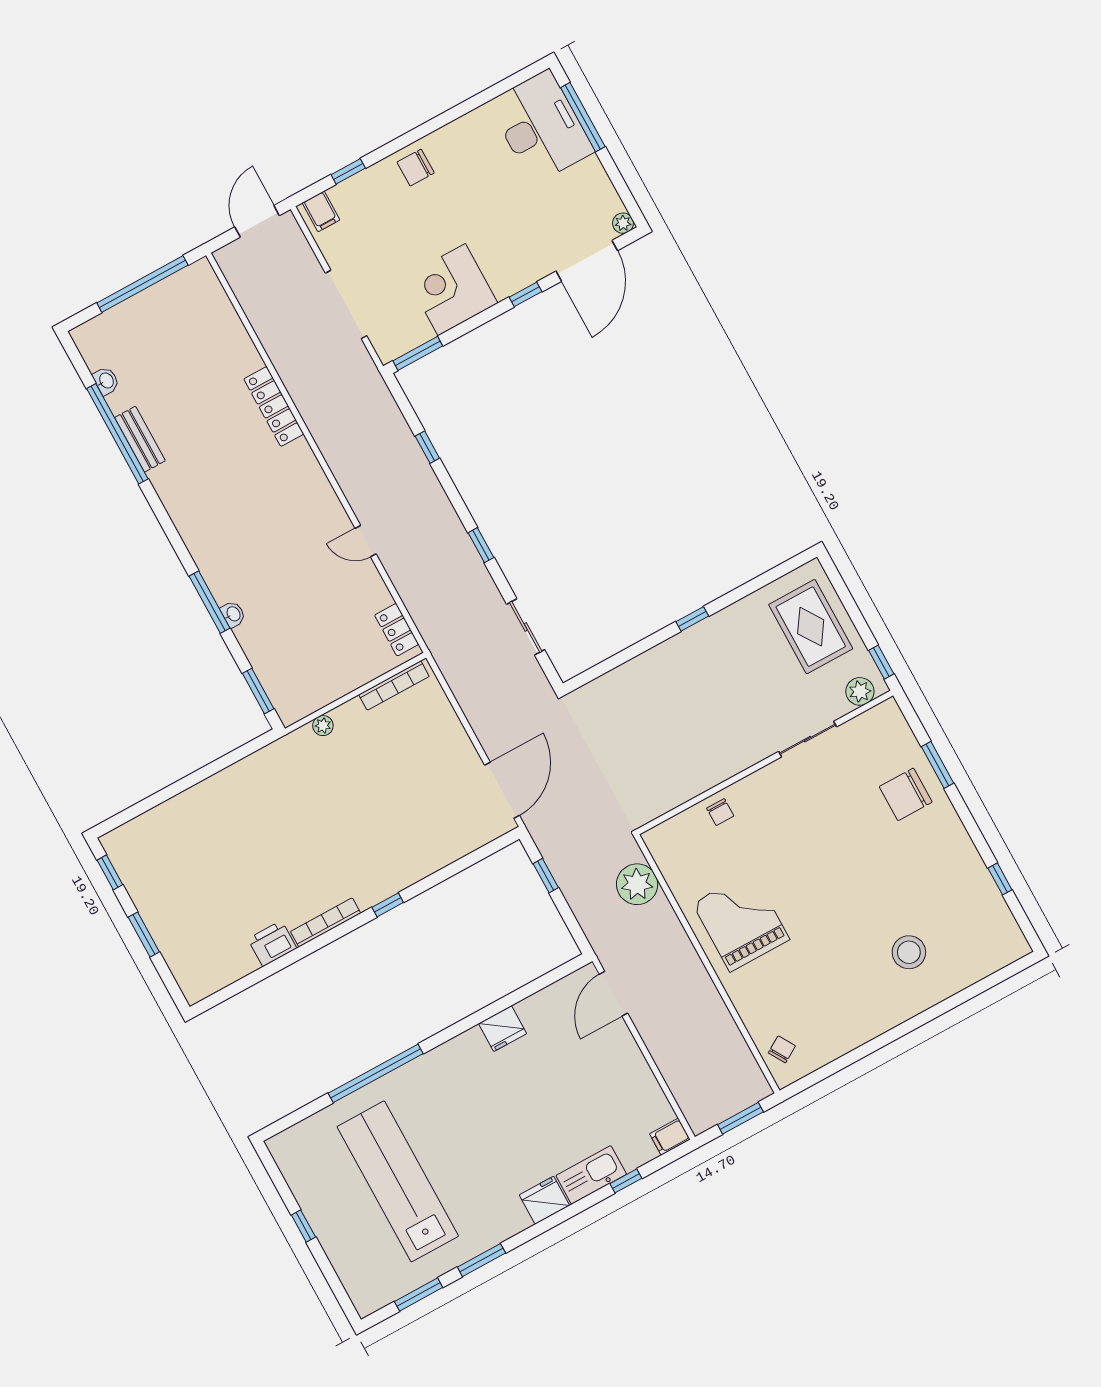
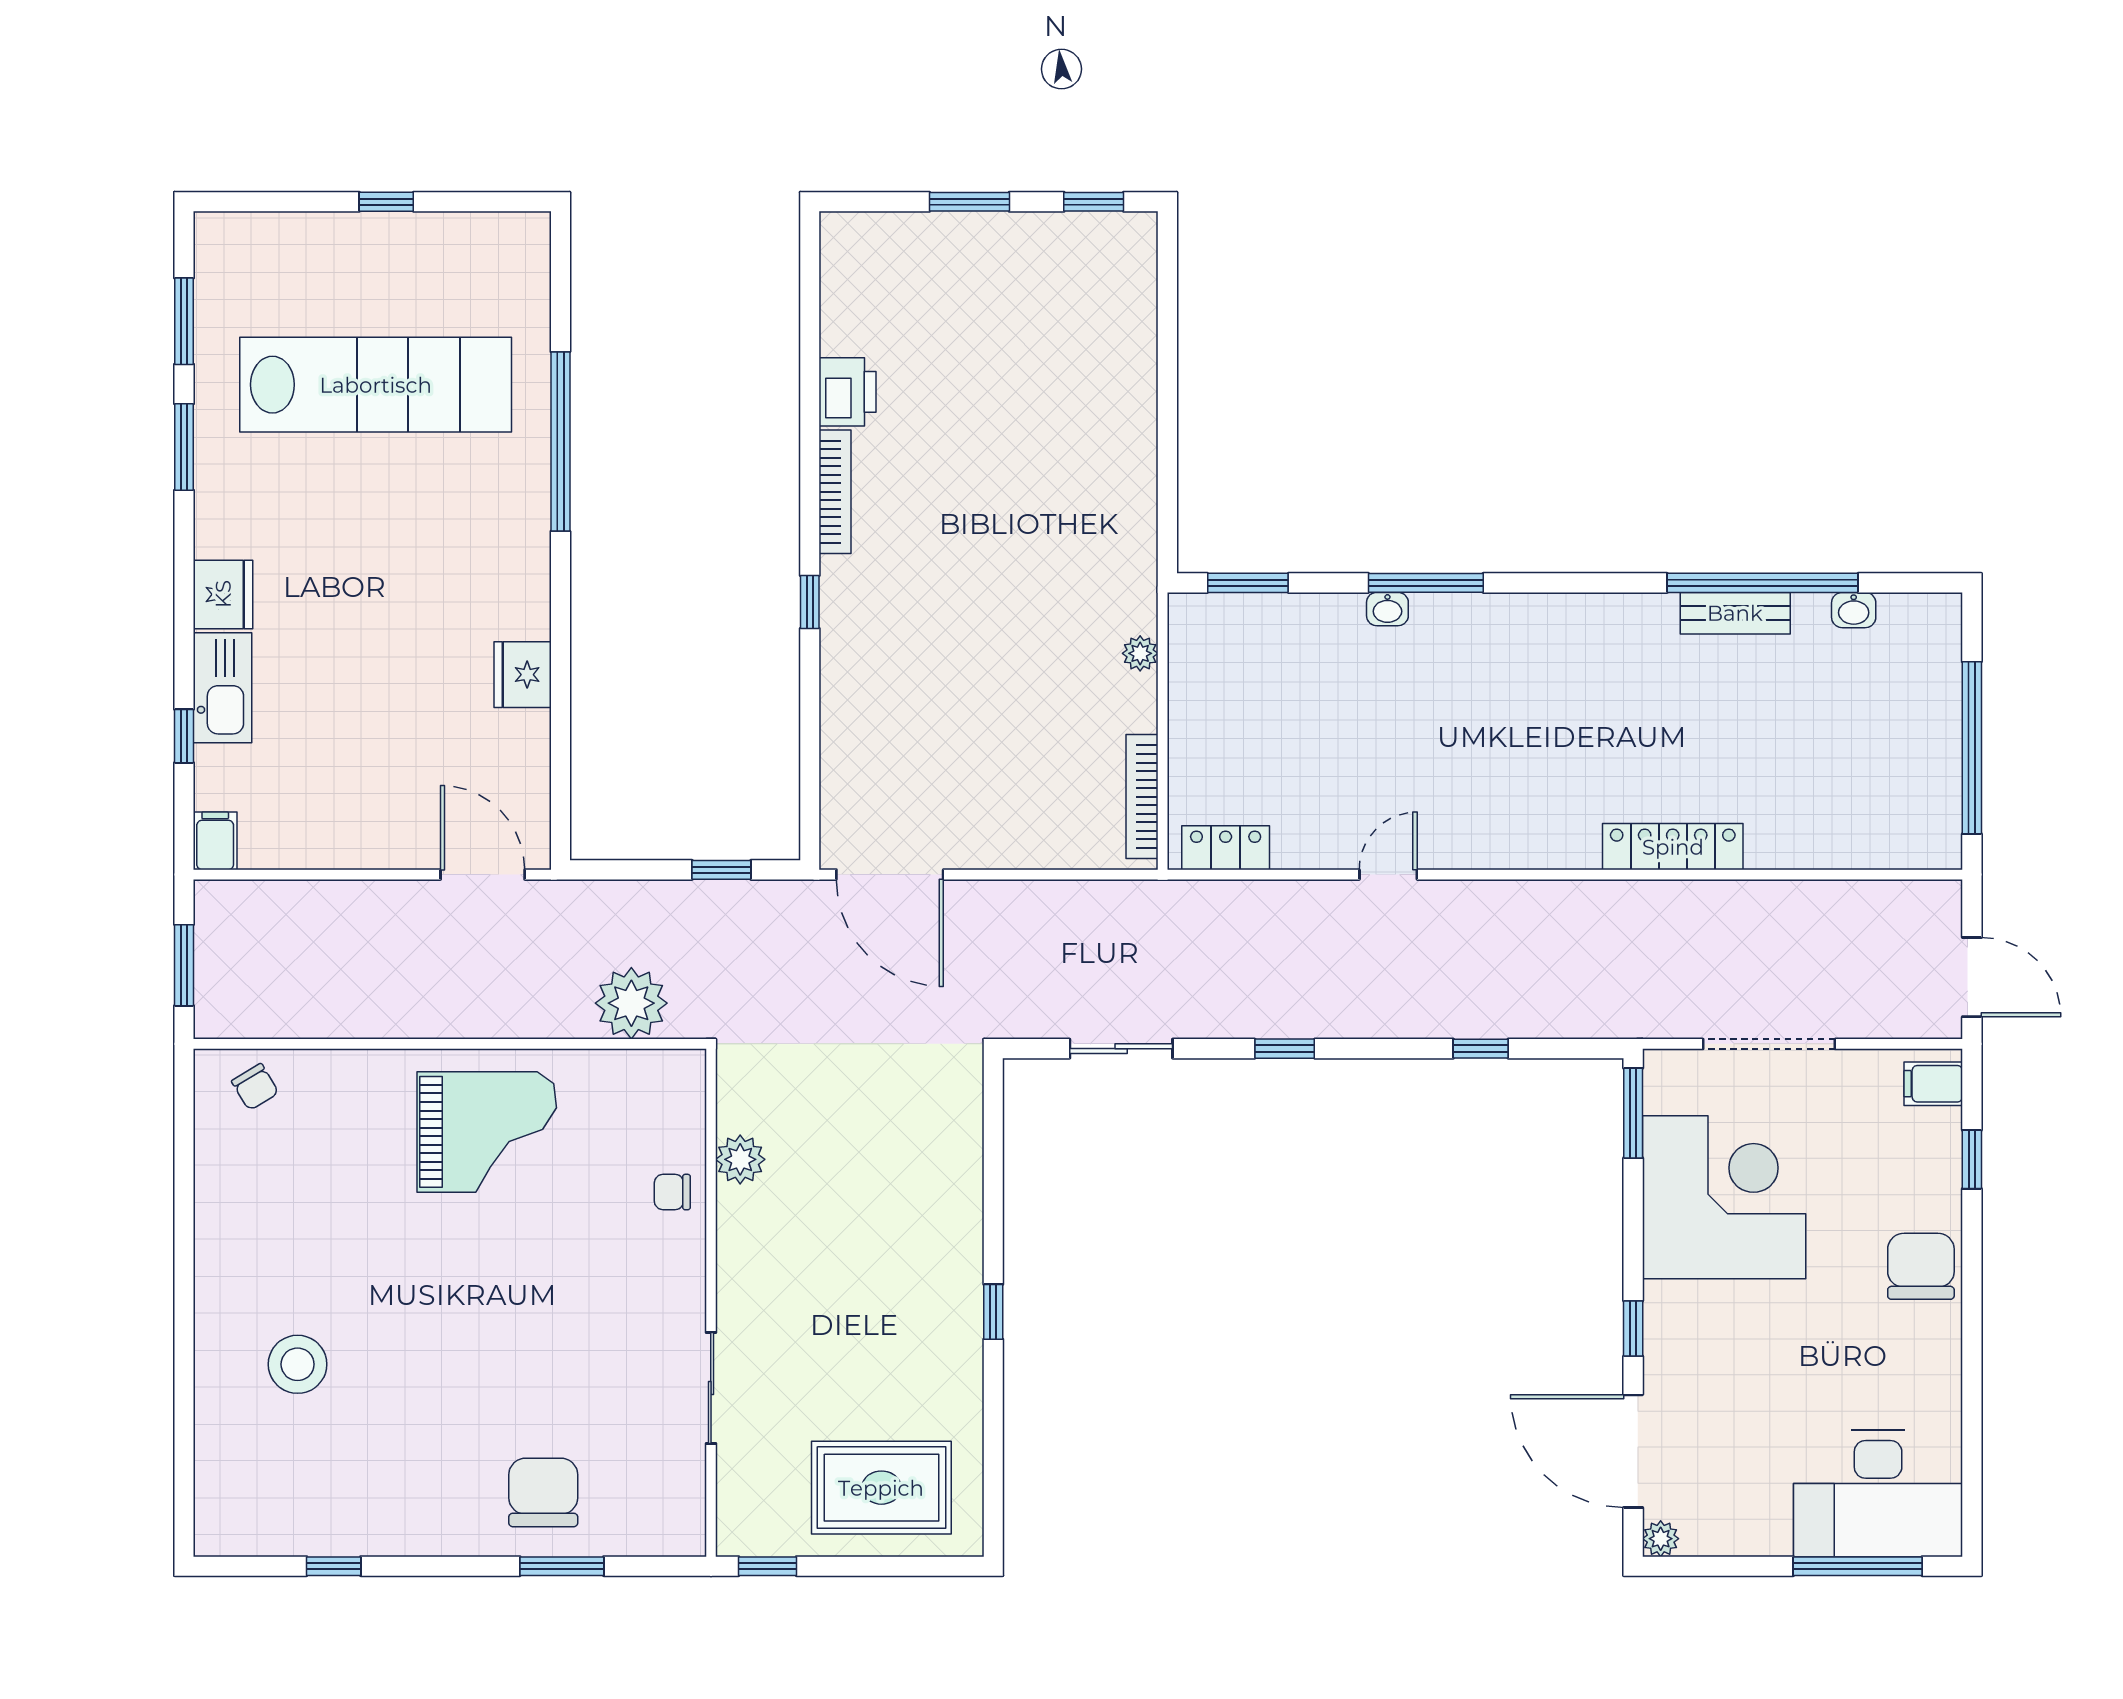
chair: (416, 168) -> (1921, 1266), width x1.37, depth x1.37
corner desk: (452, 290) -> (1724, 1197), width x1.36, depth x1.36
plant: (860, 691) -> (740, 1159), moved

